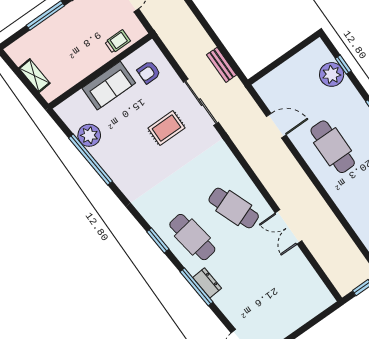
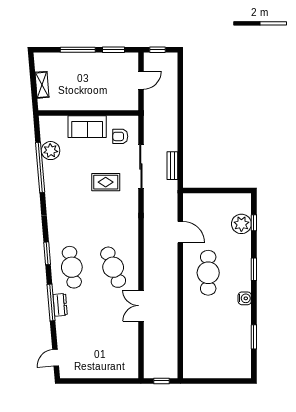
trolley: (118, 41) -> (114, 101), removed
sliding door: (201, 102) -> (141, 167), moved

